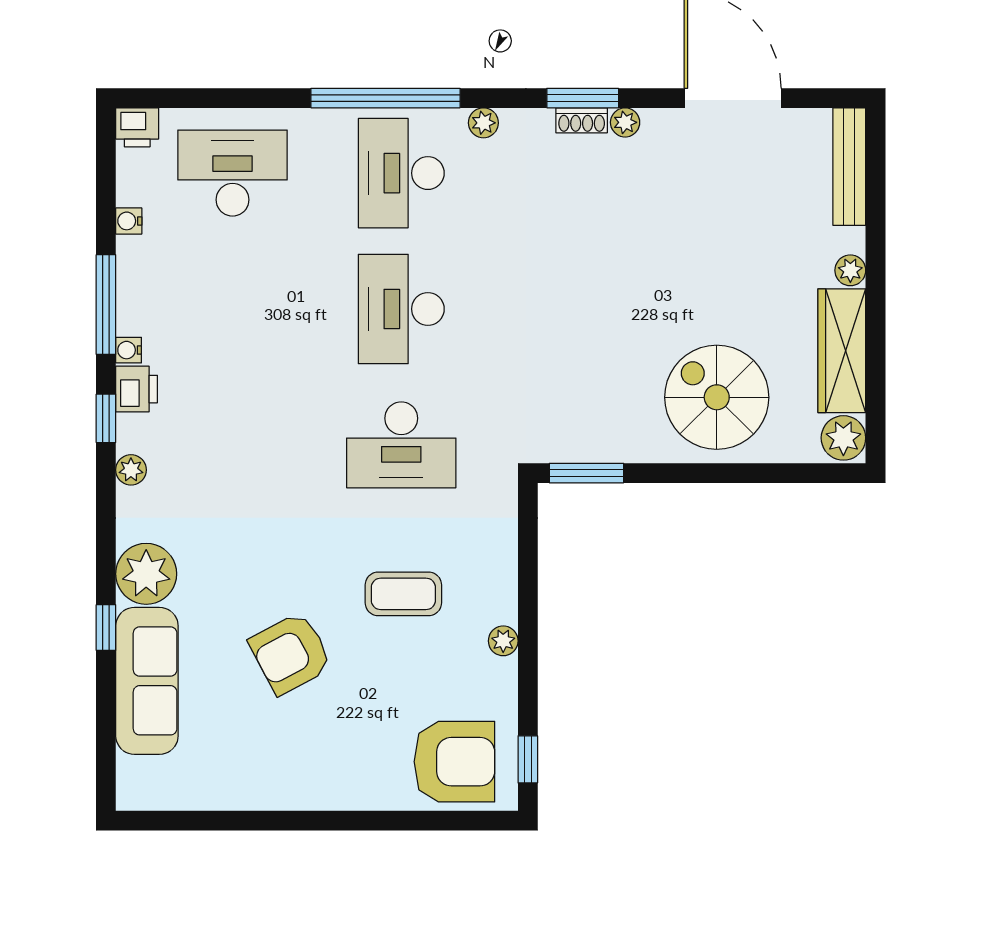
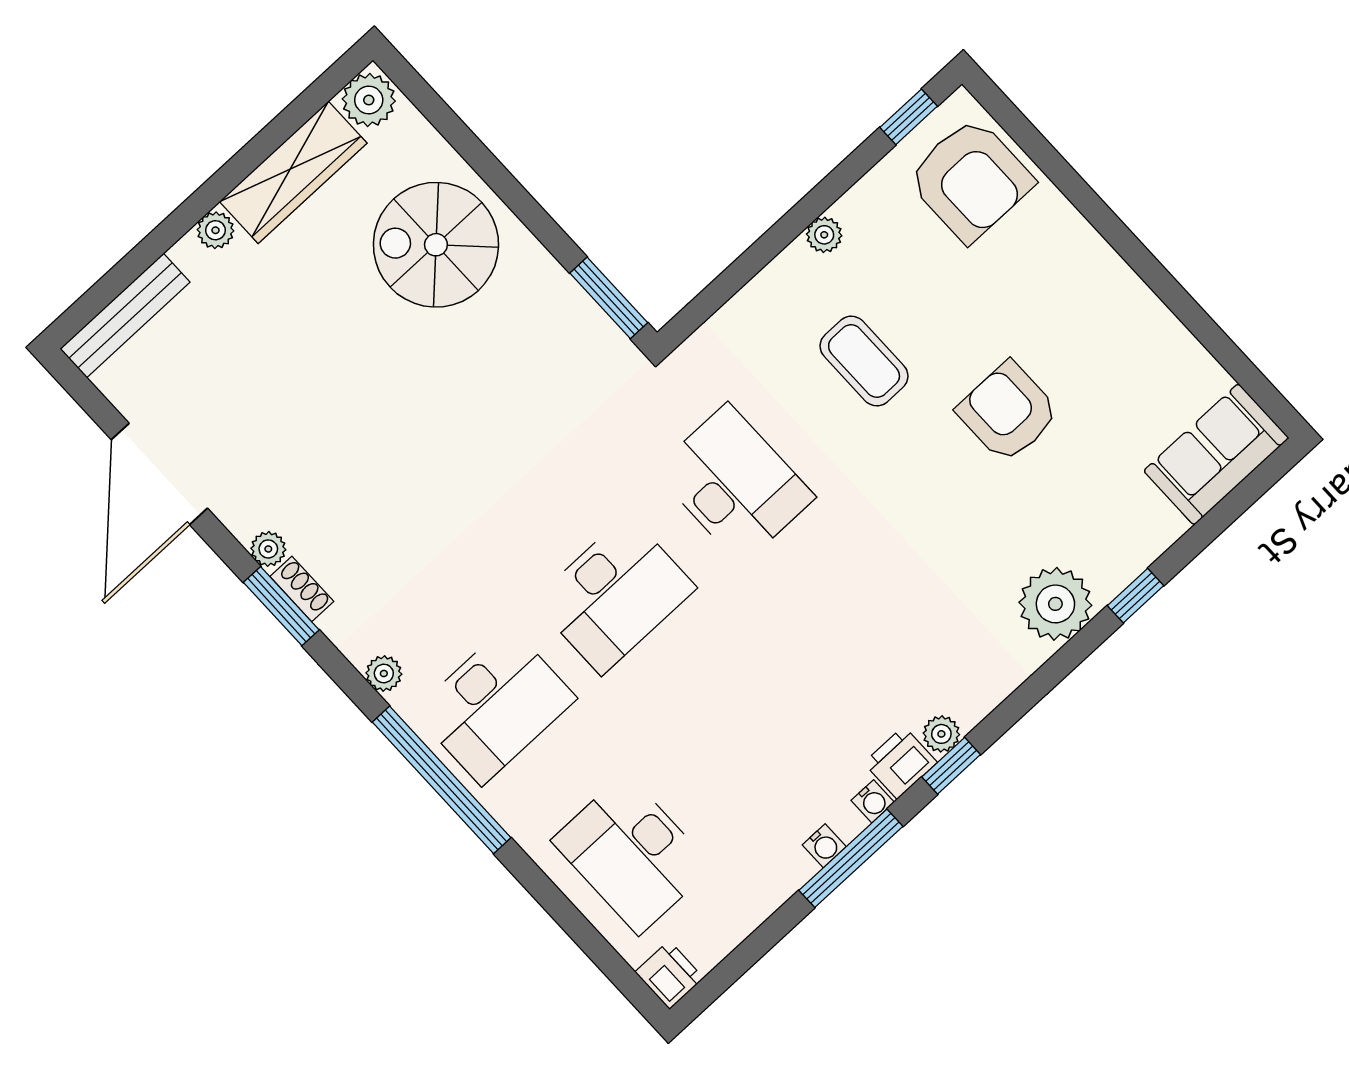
water cooler: (129, 221) -> (824, 846), moved
spiral stairs: (717, 397) -> (436, 245), turned 90
plant: (131, 470) -> (941, 734), moved
armchair: (291, 653) -> (1008, 412), turned -152
sofa: (147, 681) -> (1216, 454), moved, width x0.73
armchair: (454, 762) -> (970, 180), turned 180

